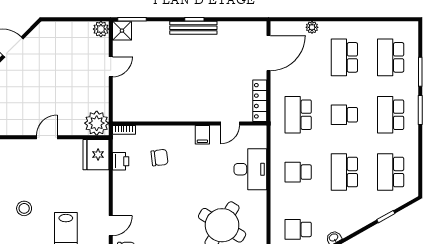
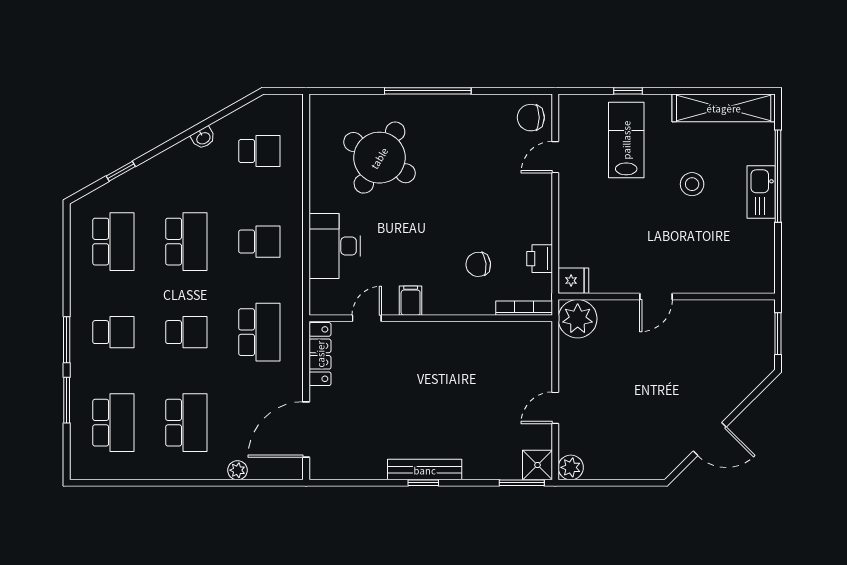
school desk: (391, 115) -> (113, 332), width x0.54
bookcase: (124, 130) -> (524, 308), width x1.56
fridge: (96, 155) -> (573, 281), width x0.53, depth x0.75

